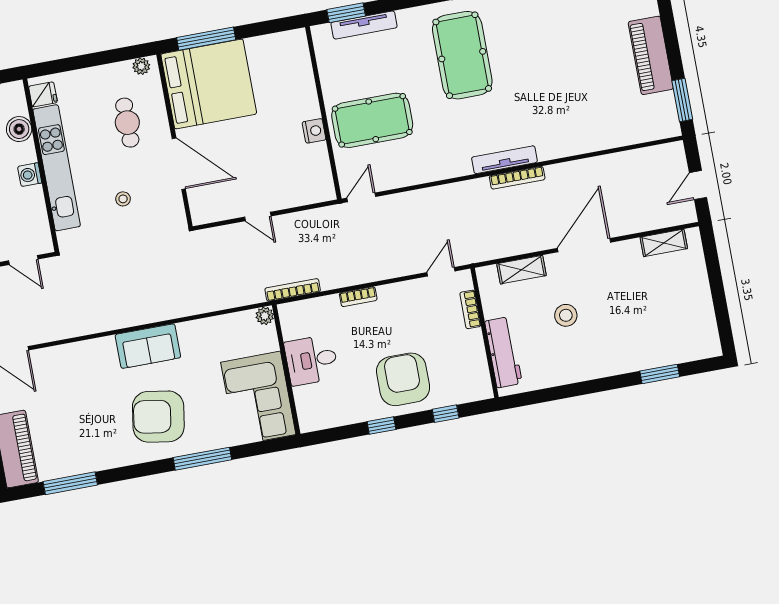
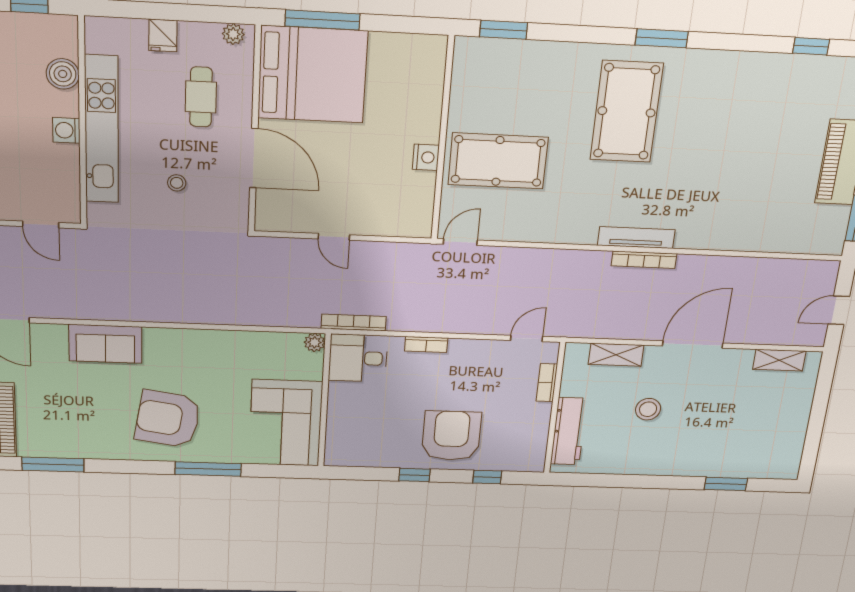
tv unit: (364, 25) -> (521, 49), removed
fridge: (43, 94) -> (163, 36), moved, turned 90
sofa: (148, 346) -> (105, 344), moved
desk: (311, 360) -> (358, 358), moved

